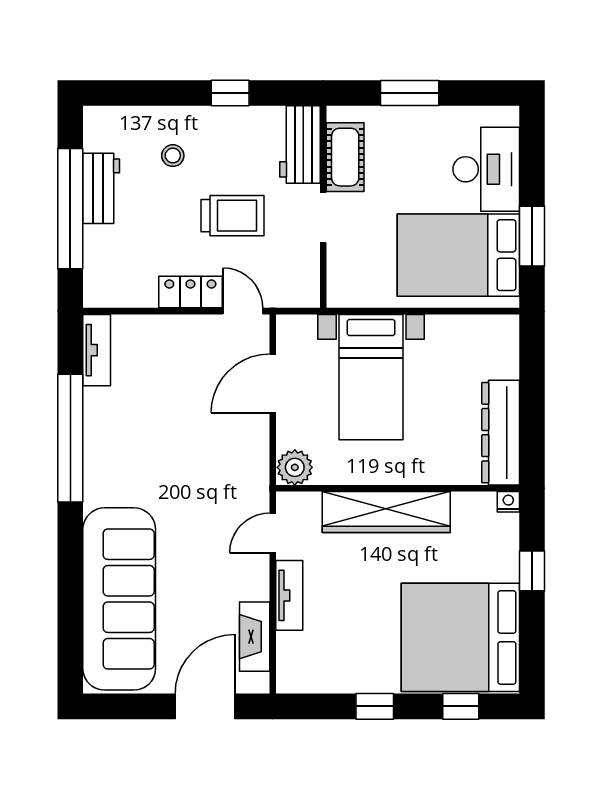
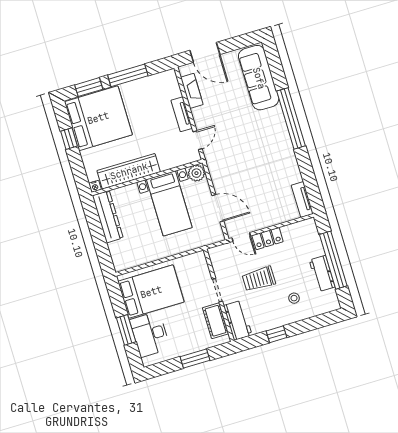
window: (532, 236) -> (126, 330), moved
bed with nightstands: (371, 377) -> (169, 203), moved, turned 180
door: (273, 383) -> (218, 208), hinge flipped
window: (70, 438) -> (291, 118), moved
wardrobe: (386, 512) -> (129, 171), moved
window: (532, 571) -> (69, 139), moved
sofa: (119, 599) -> (259, 78), width x0.74, depth x0.79
door: (205, 706) -> (205, 52), hinge flipped
window: (375, 706) -> (128, 75), width x2.17
window: (461, 706) -> (89, 87), width x1.50

